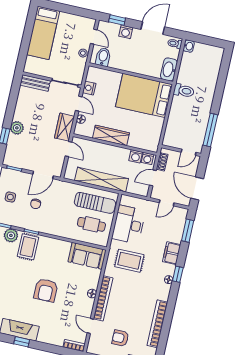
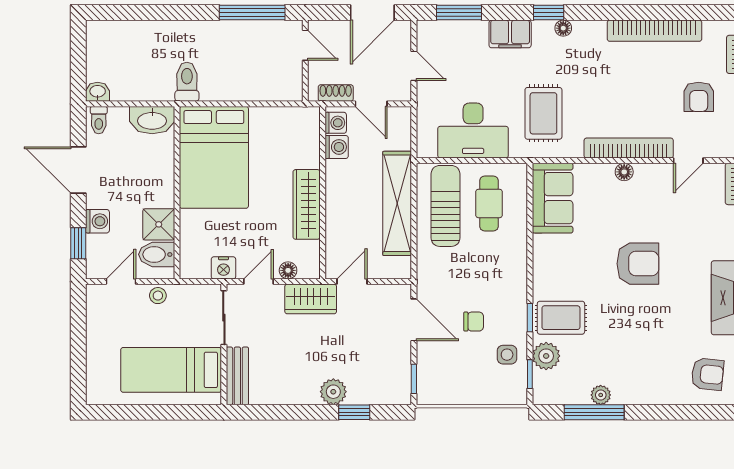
bed: (43, 33) -> (171, 370), moved, turned 180
shower: (117, 61) -> (159, 224), added
side table: (10, 197) -> (507, 355), moved

